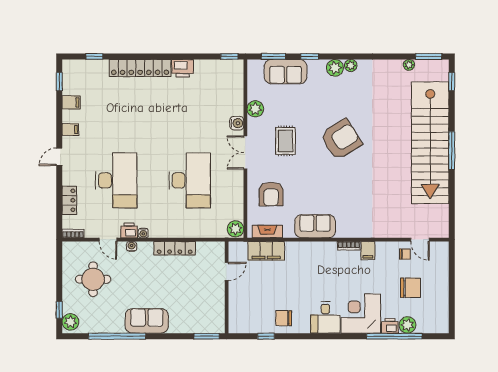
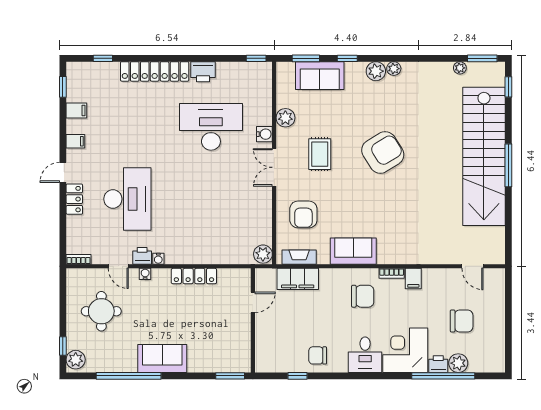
desk: (190, 180) -> (211, 127), moved, turned -90
locker: (69, 200) -> (74, 199), moved
chair: (405, 254) -> (363, 296), moved, width x1.87, depth x1.87

